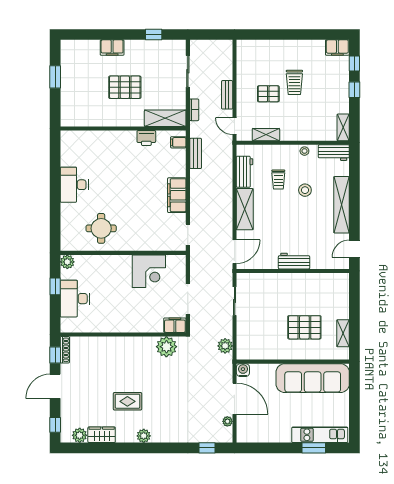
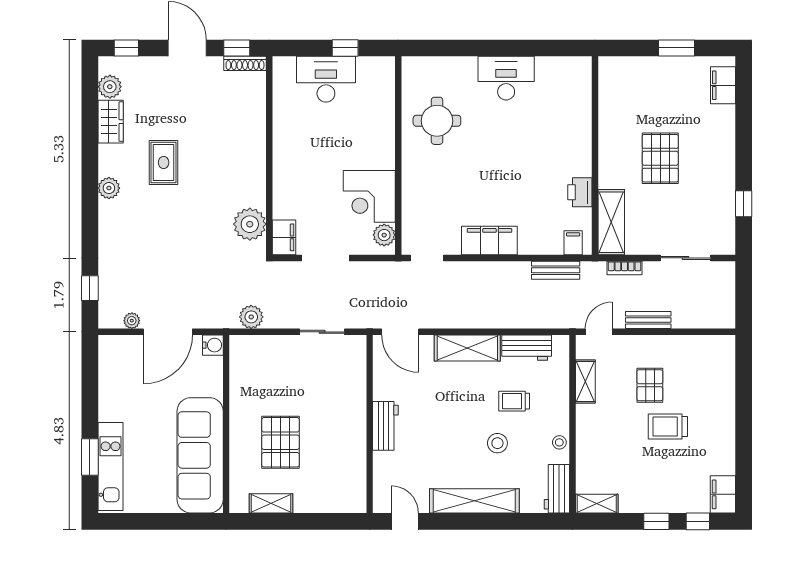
filing cabinet: (112, 48) -> (723, 85), moved
plant: (67, 262) -> (384, 235), moved

